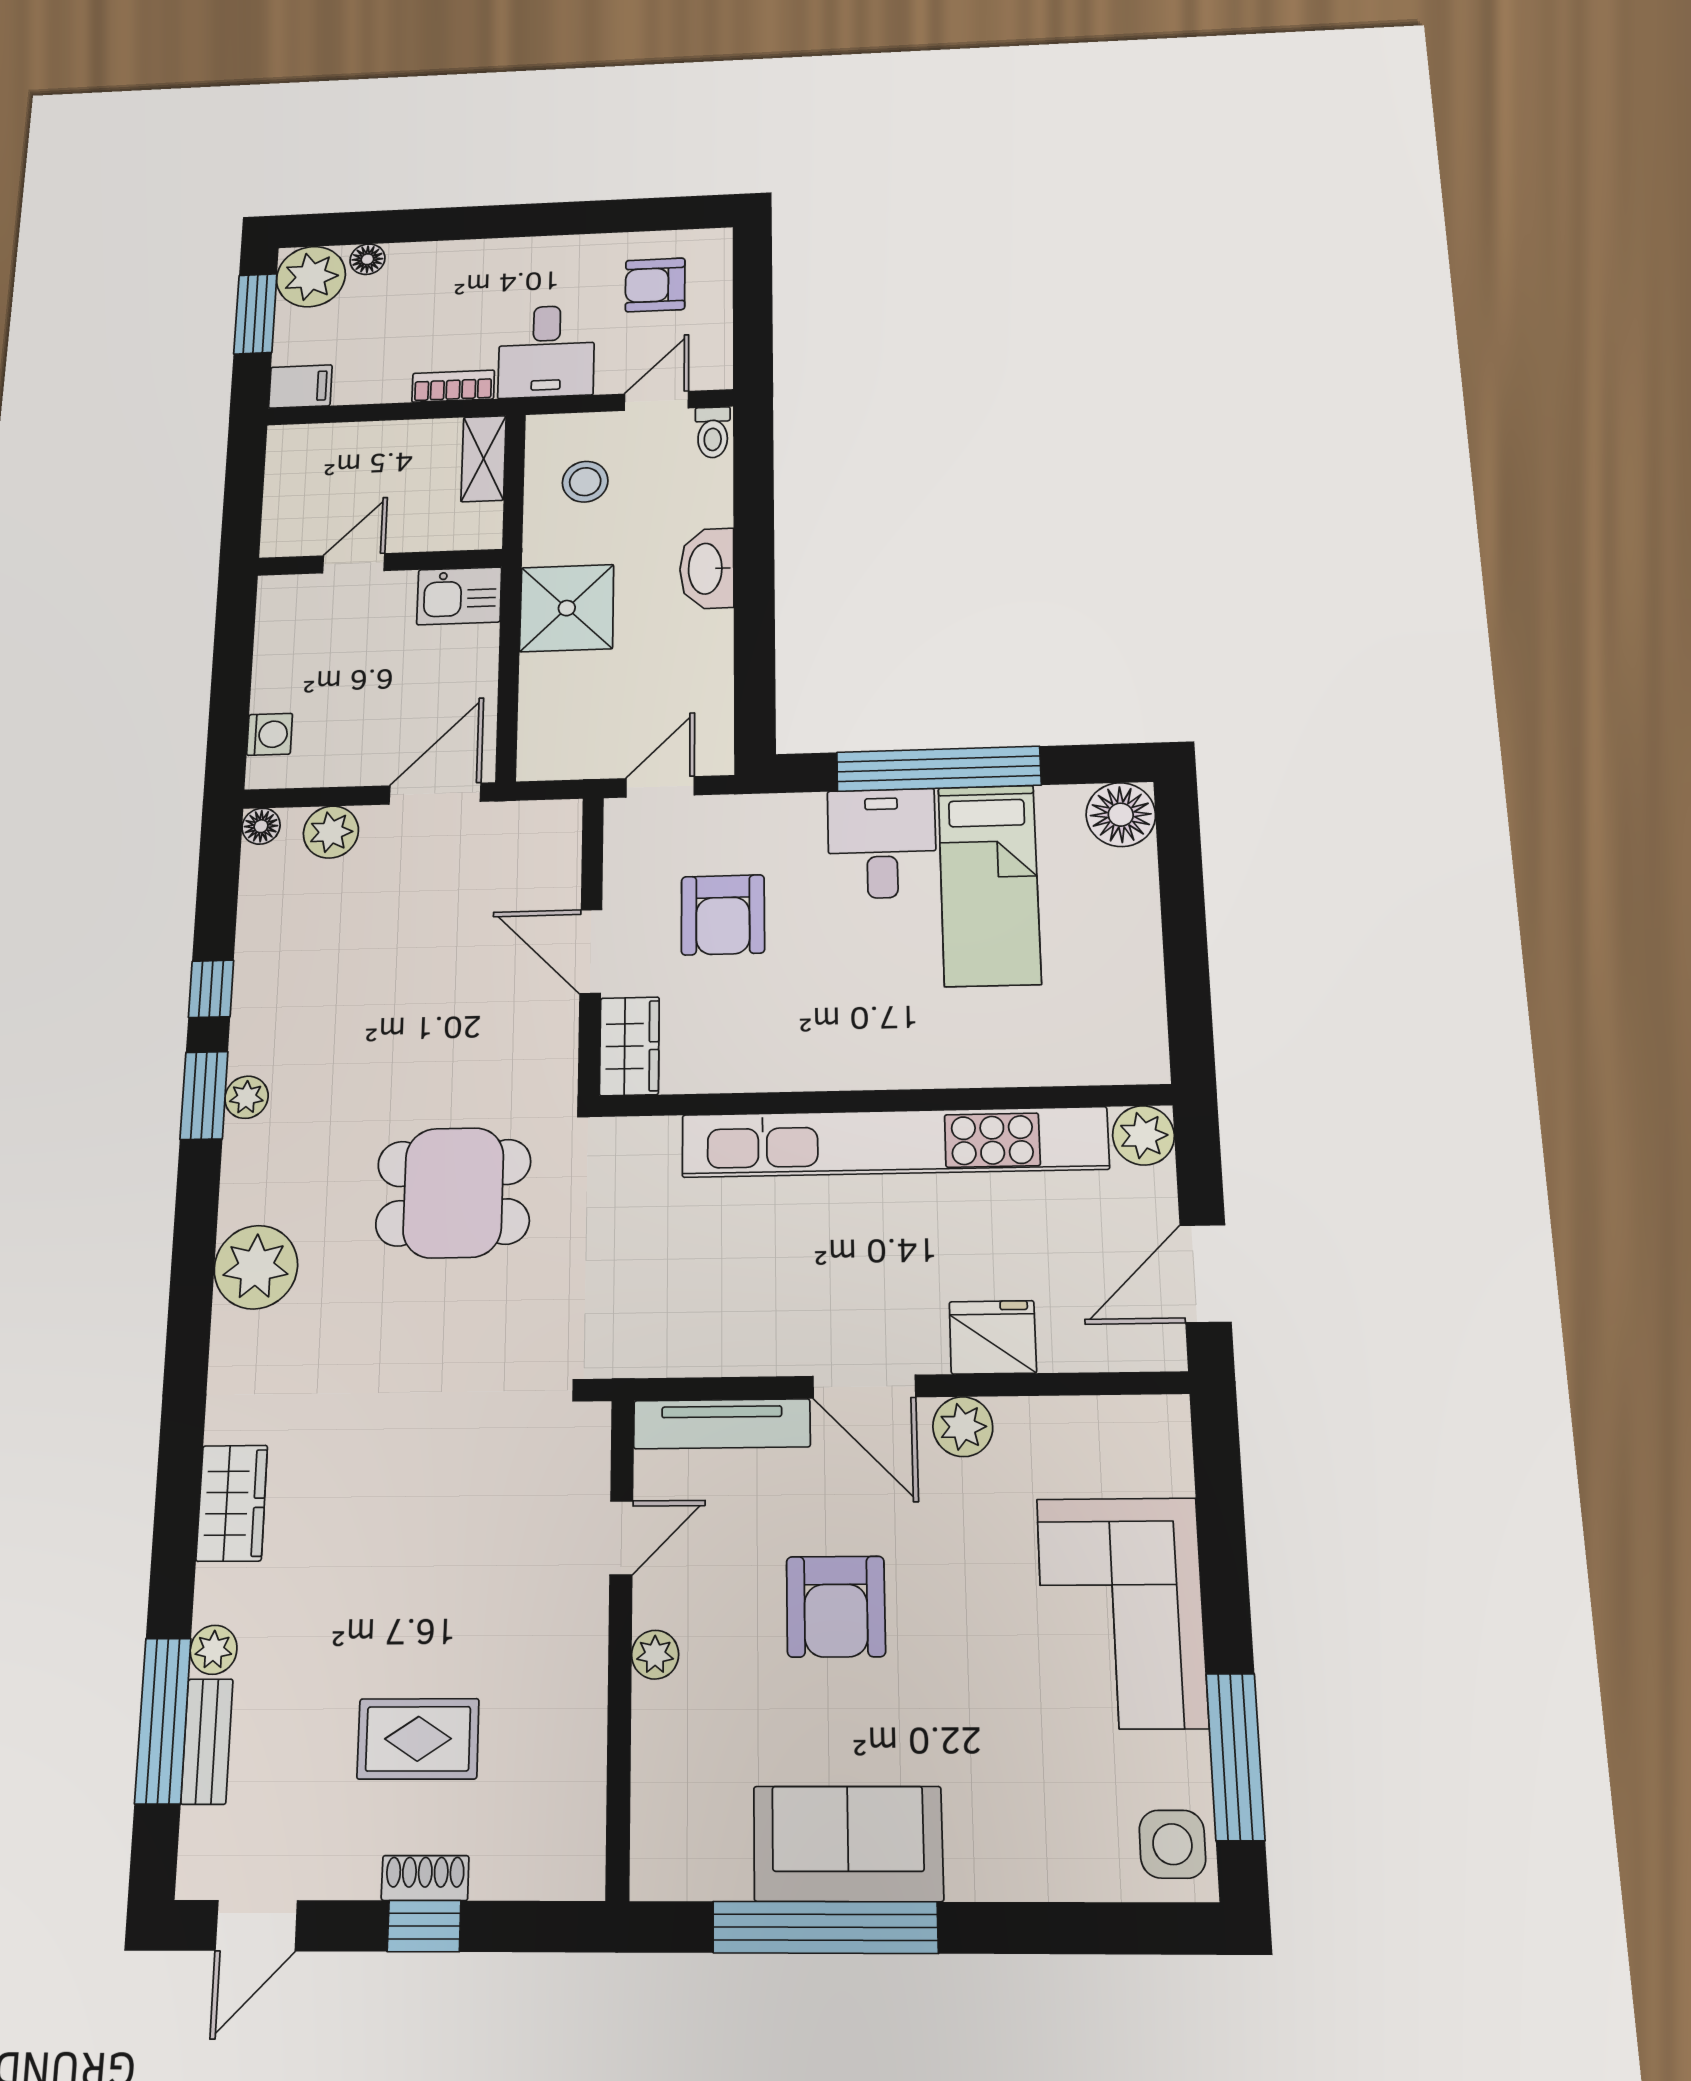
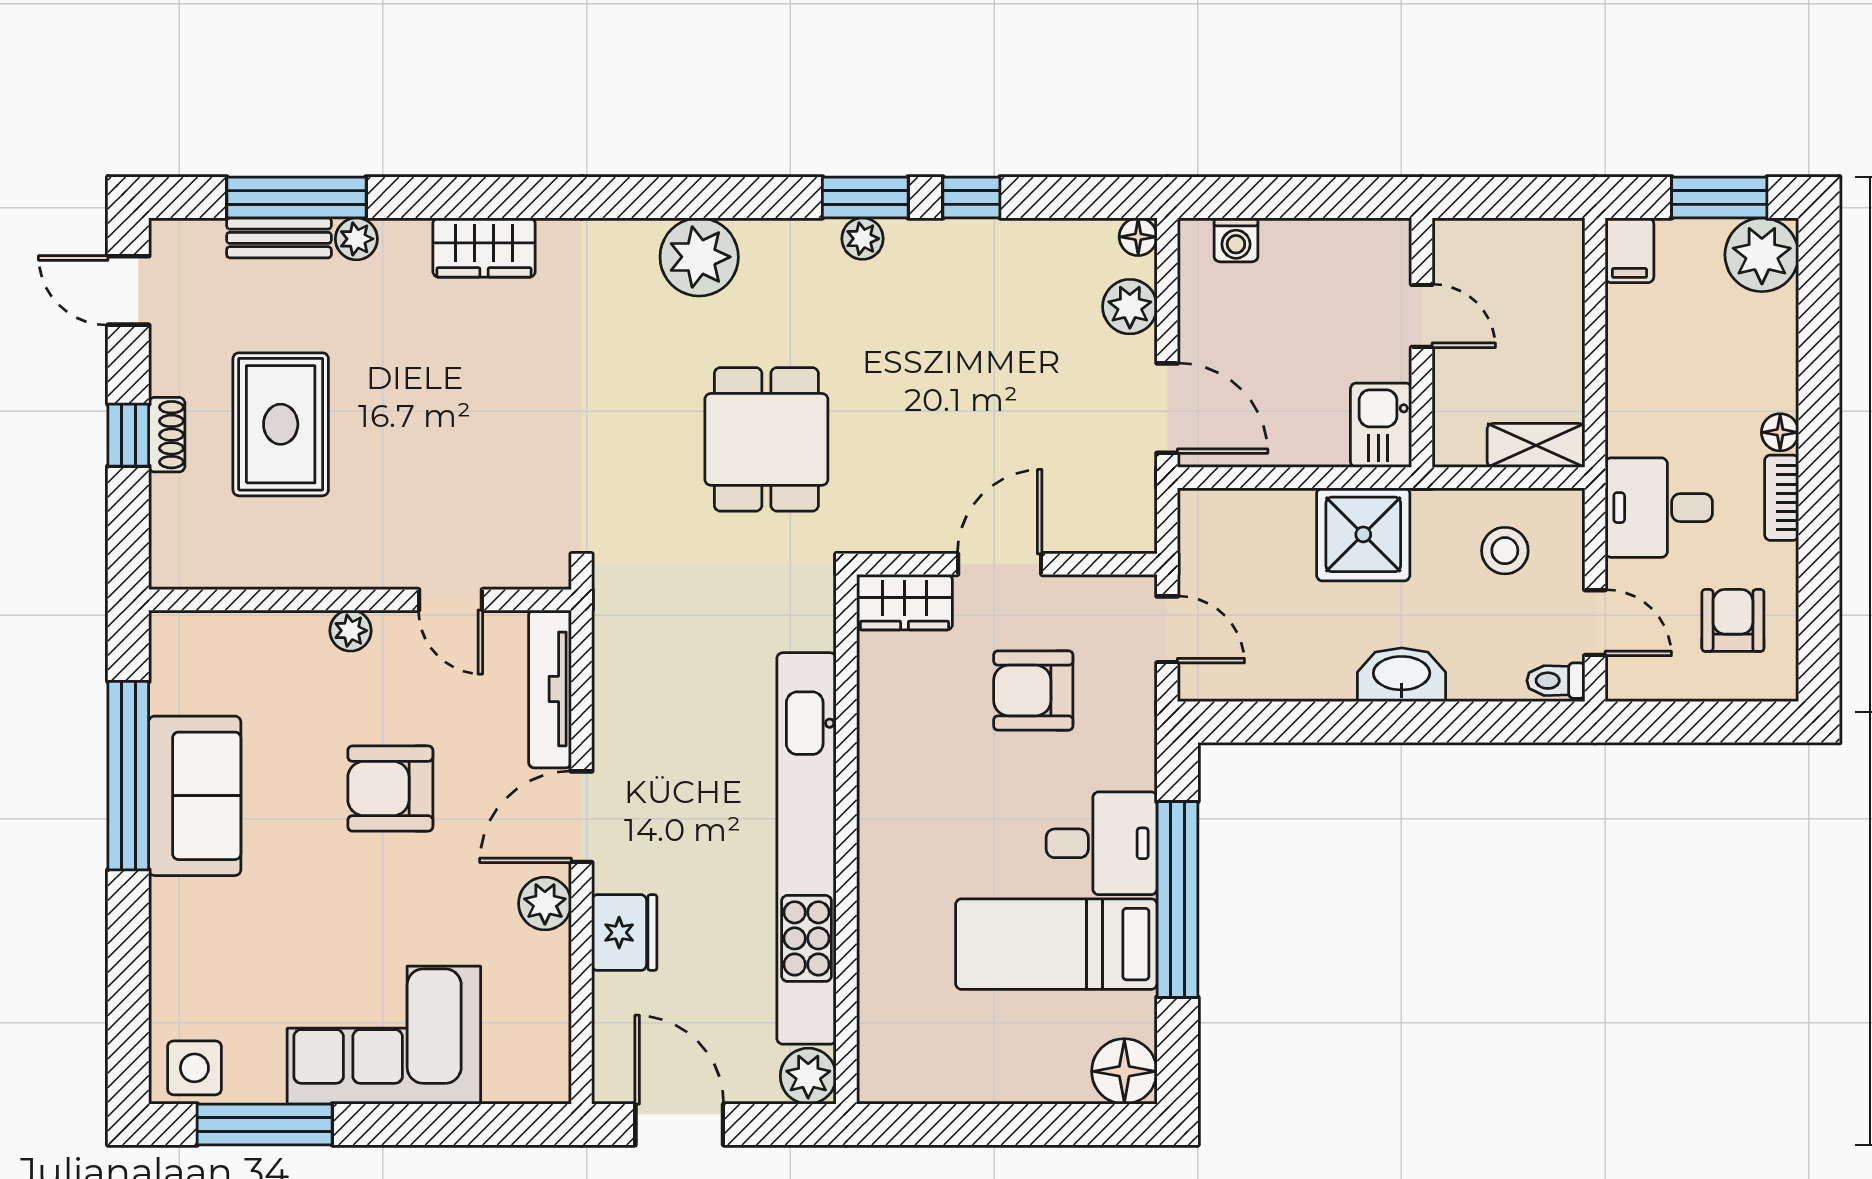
floor lamp: (367, 259) -> (1780, 432), moved
bookcase: (453, 386) -> (1782, 498), moved, turned 180
rug: (418, 1739) -> (281, 424), width x1.36, depth x1.43

